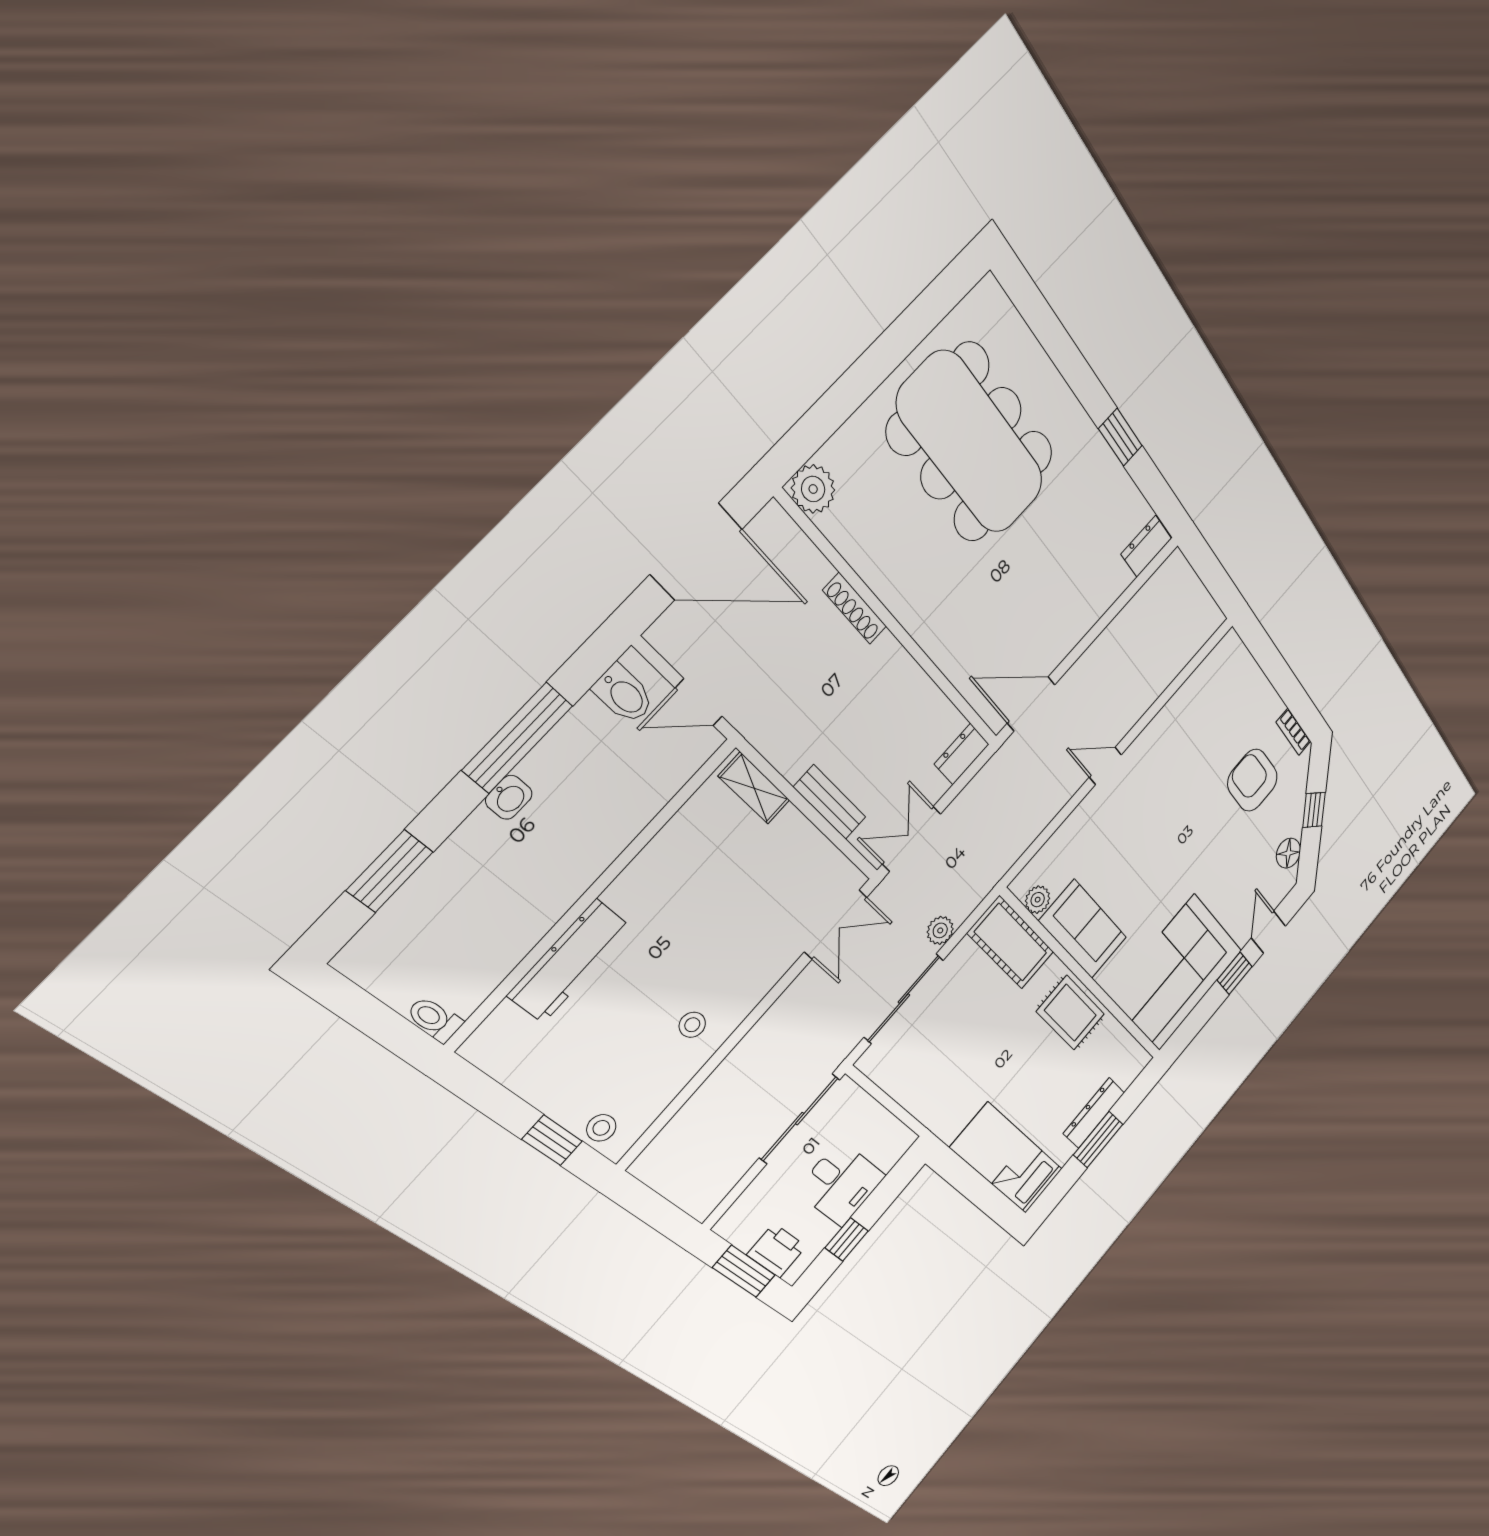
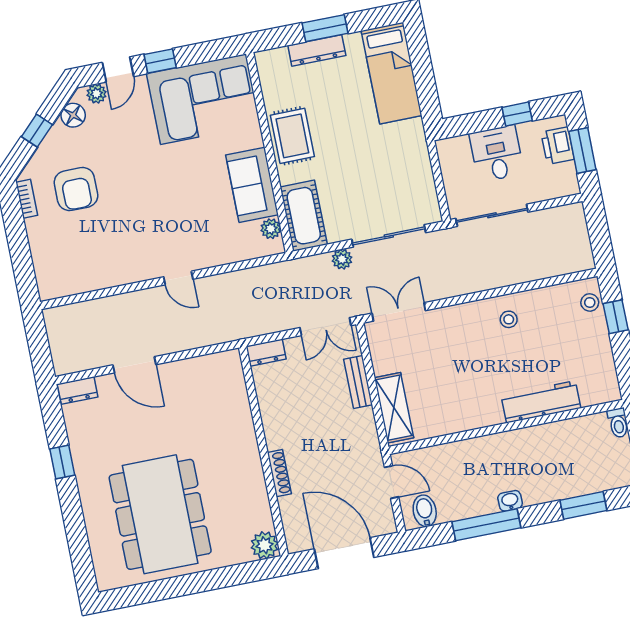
door: (1031, 704) -> (134, 365), moved
shelving: (754, 788) -> (394, 408), width x1.50, depth x1.33
plant: (1277, 892) -> (97, 94), added

